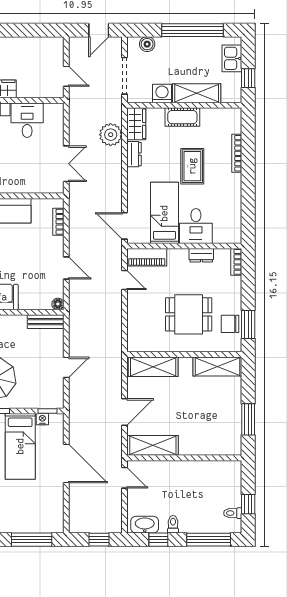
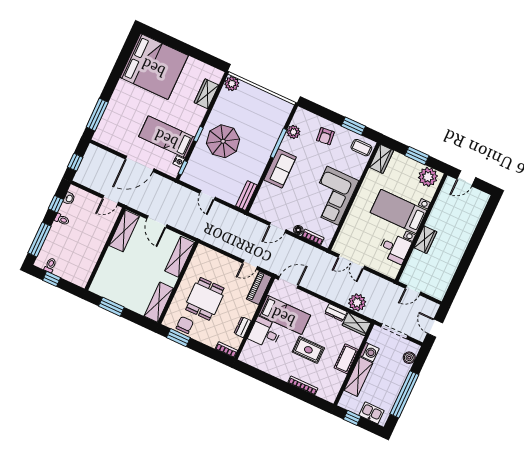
floor lamp: (58, 304) -> (298, 230), moved
washbasin: (145, 525) -> (69, 198), width x0.52, depth x0.69

